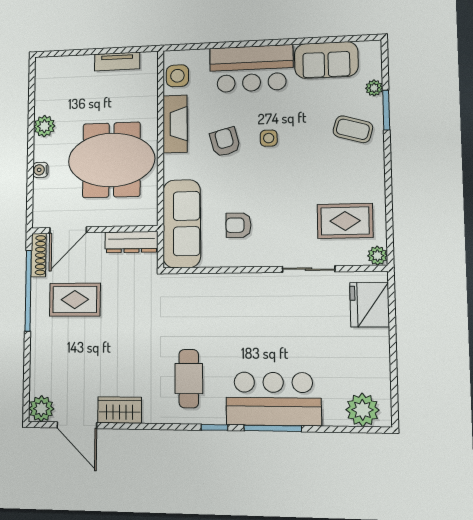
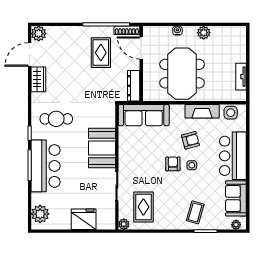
plant: (374, 88) -> (236, 225), moved
armchair: (238, 225) -> (173, 164), moved
booth: (240, 296) -> (102, 148), added
fridge: (370, 305) -> (84, 219), moved

